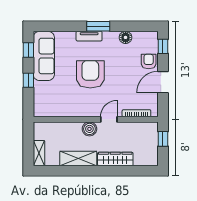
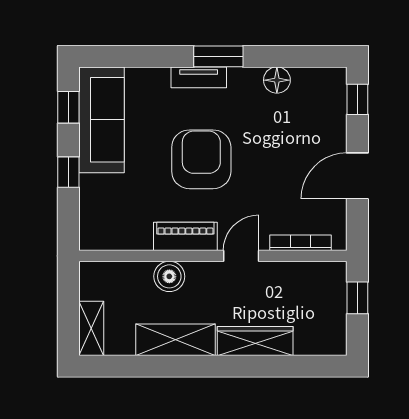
armchair: (149, 61) -> (326, 132), removed
piano: (83, 110) -> (185, 236), added
boiler: (89, 129) -> (169, 276), moved

